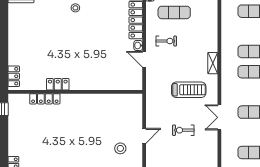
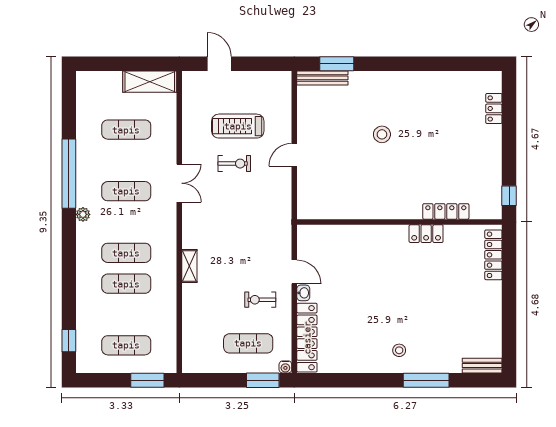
locker: (14, 76) -> (493, 255), width x1.53
treadmill: (189, 90) -> (238, 126), moved
stool: (120, 148) -> (382, 134), moved

